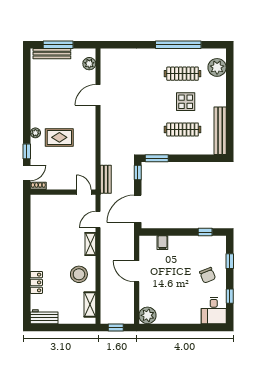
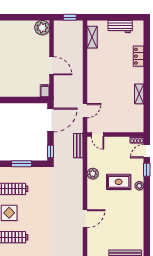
plant: (89, 64) -> (93, 174), moved
window: (157, 158) -> (21, 164), moved
filing cabinet: (162, 243) -> (45, 91), moved
shelving: (90, 244) -> (139, 94), moved
stool: (79, 274) -> (102, 63), removed
workbench: (44, 317) -> (120, 26), moved

